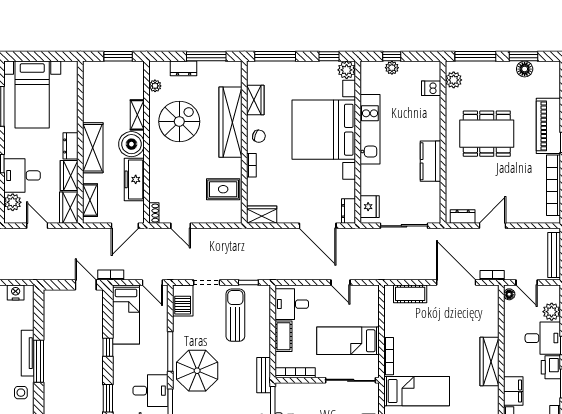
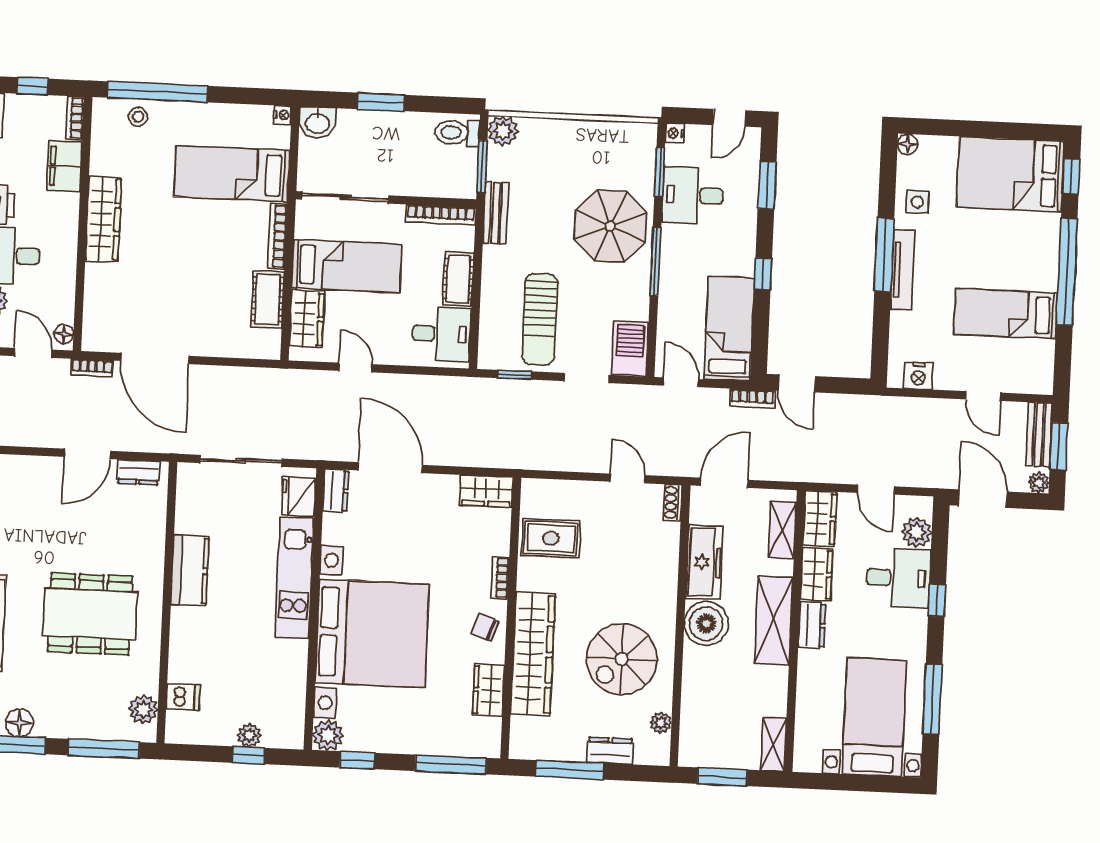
shelving: (137, 115) -> (773, 744), moved
kitchen unit: (370, 129) -> (294, 578), moved
cot: (410, 294) -> (268, 299), moved, turned 90
wardrobe: (370, 309) -> (307, 319), added

